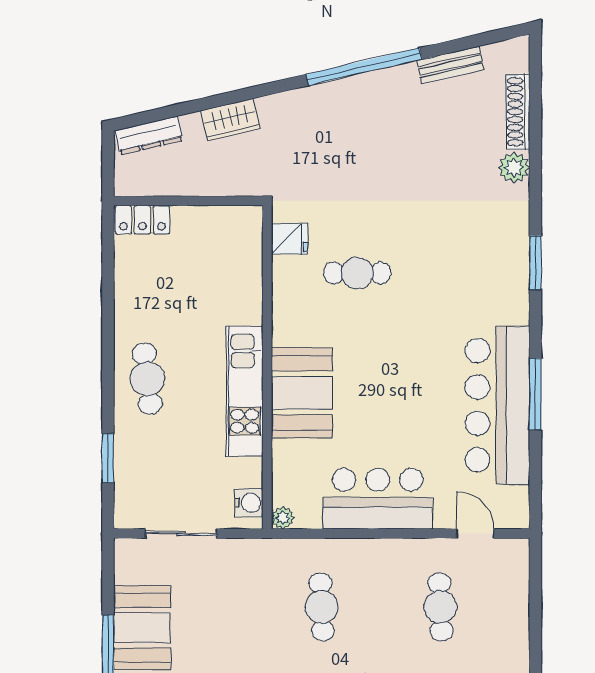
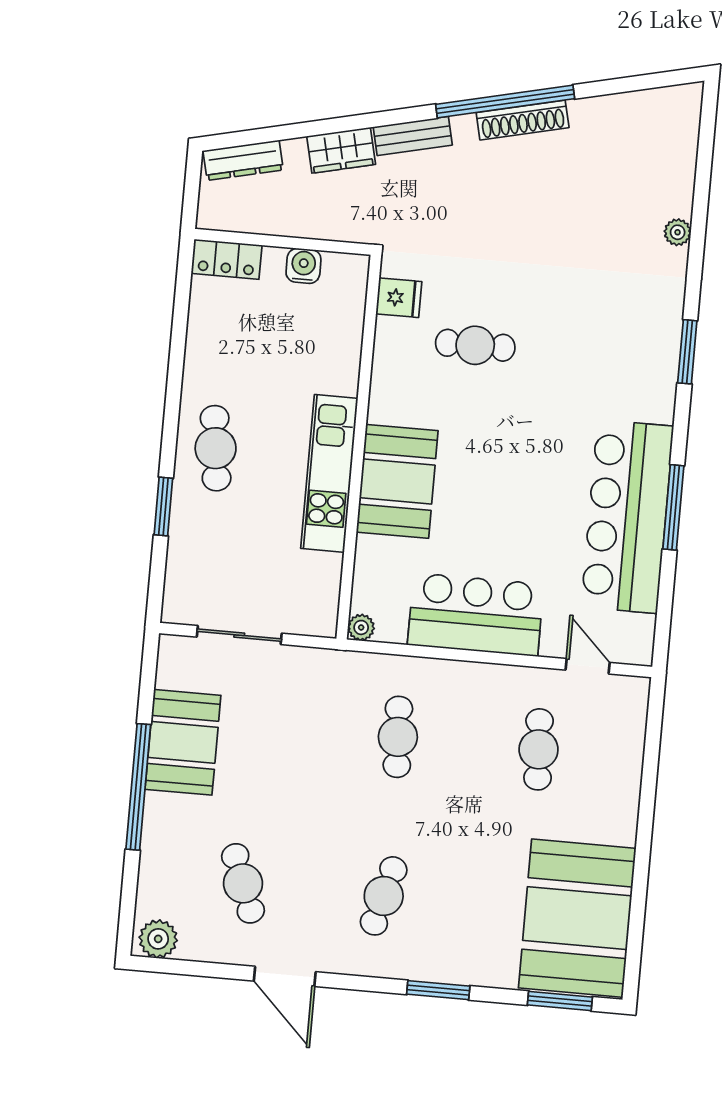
bench: (450, 65) -> (413, 136), moved
shoe rack: (518, 112) -> (523, 120), moved, turned -103
plant: (514, 168) -> (678, 232), width x0.73, depth x0.73
window: (108, 458) -> (163, 507), moved
water cooler: (249, 503) -> (303, 266), moved, turned -90

